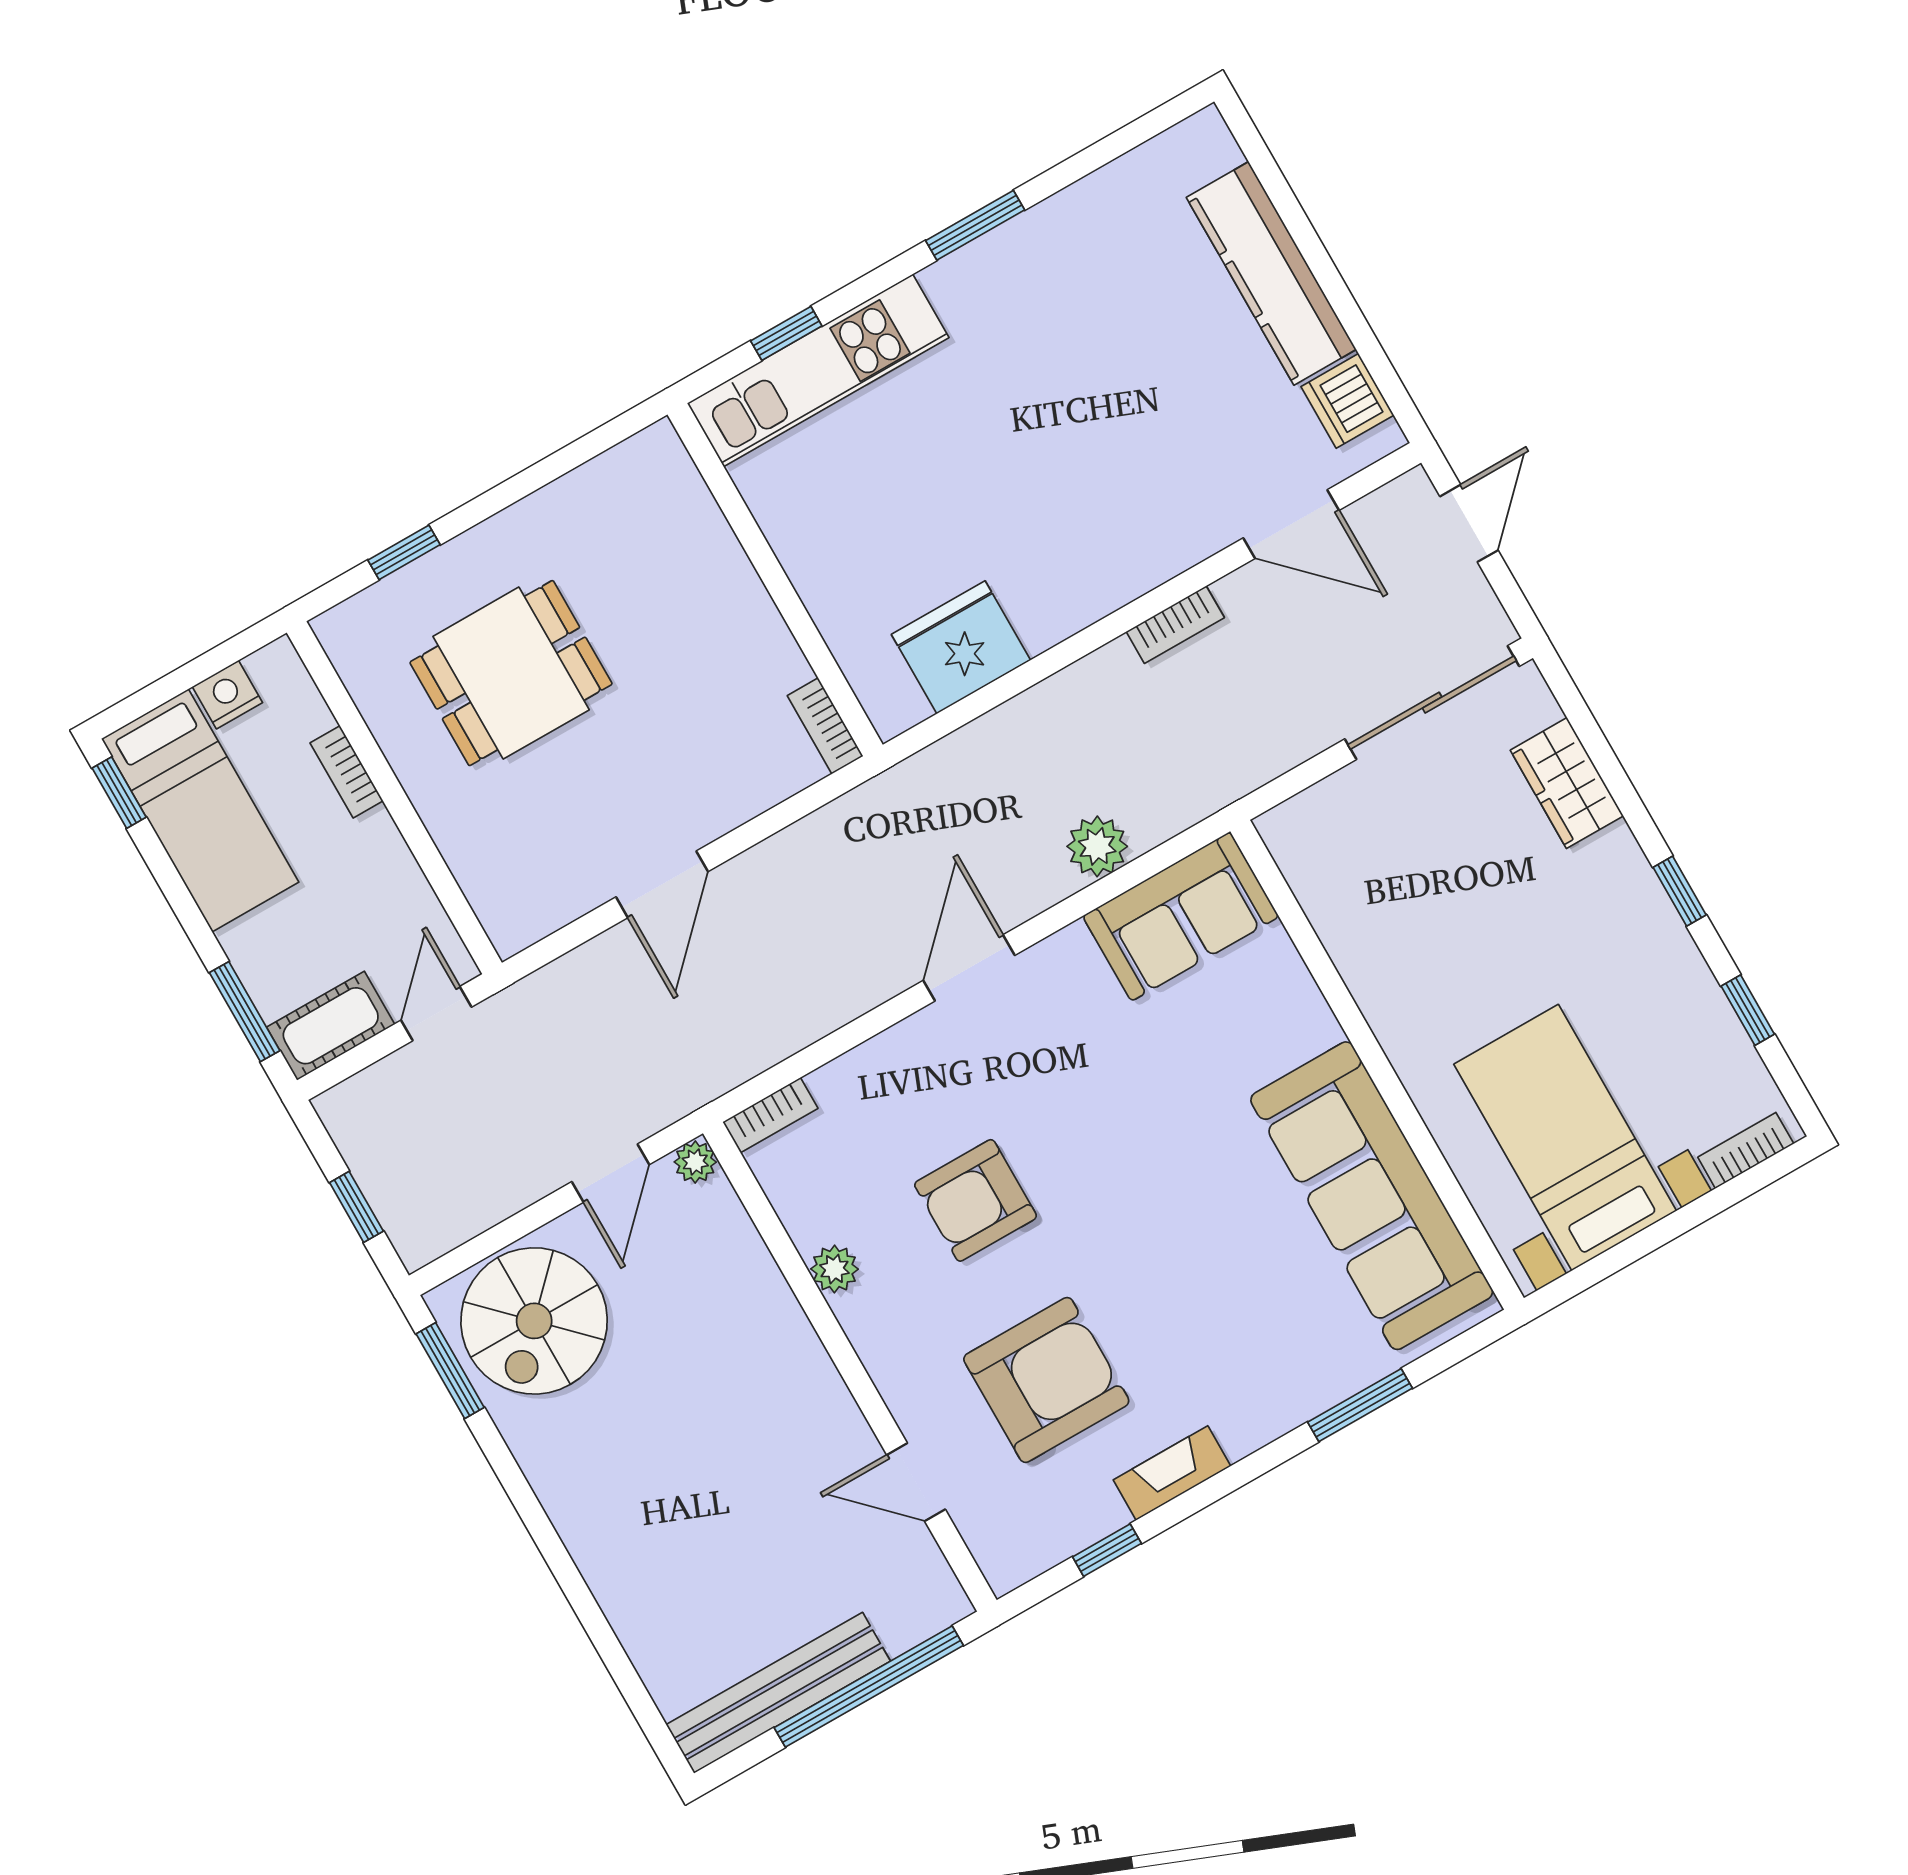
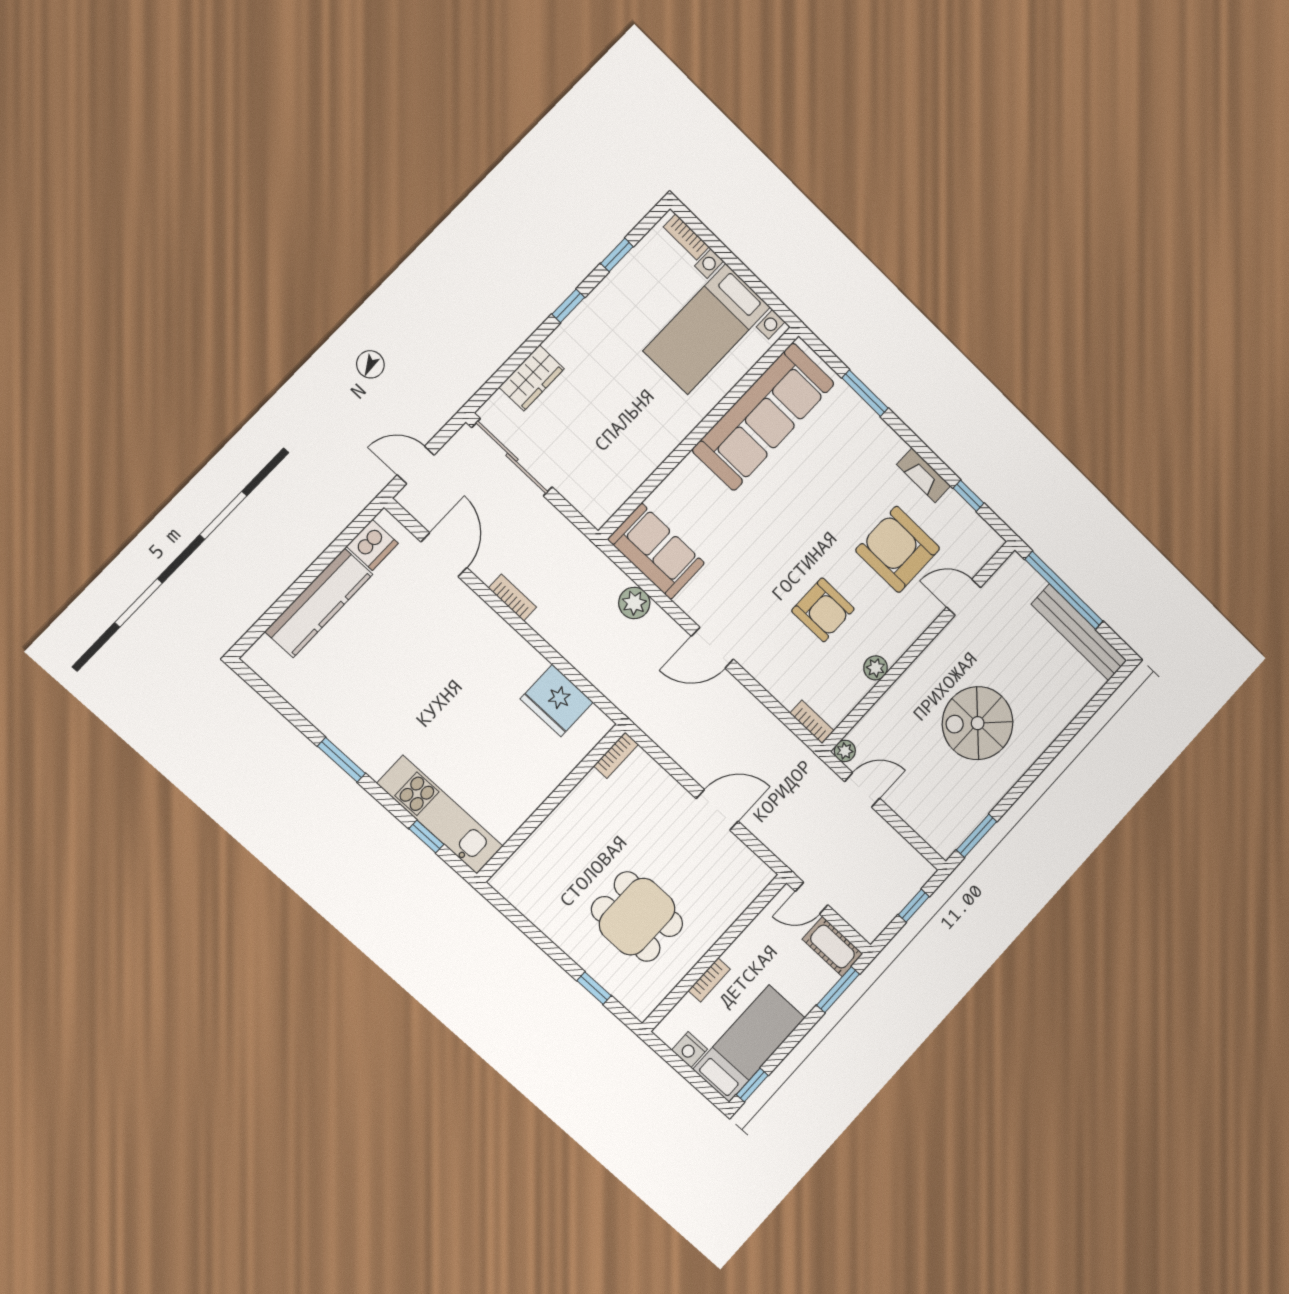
spiral stairs: (534, 1321) -> (978, 723), moved, turned 180
door: (916, 1482) -> (964, 597), swing flipped

